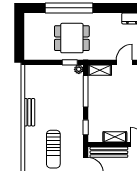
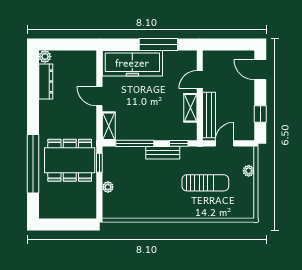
dining table: (72, 38) -> (70, 160), width x1.38
plant: (79, 69) -> (108, 187), moved
bench: (29, 112) -> (163, 153), moved

